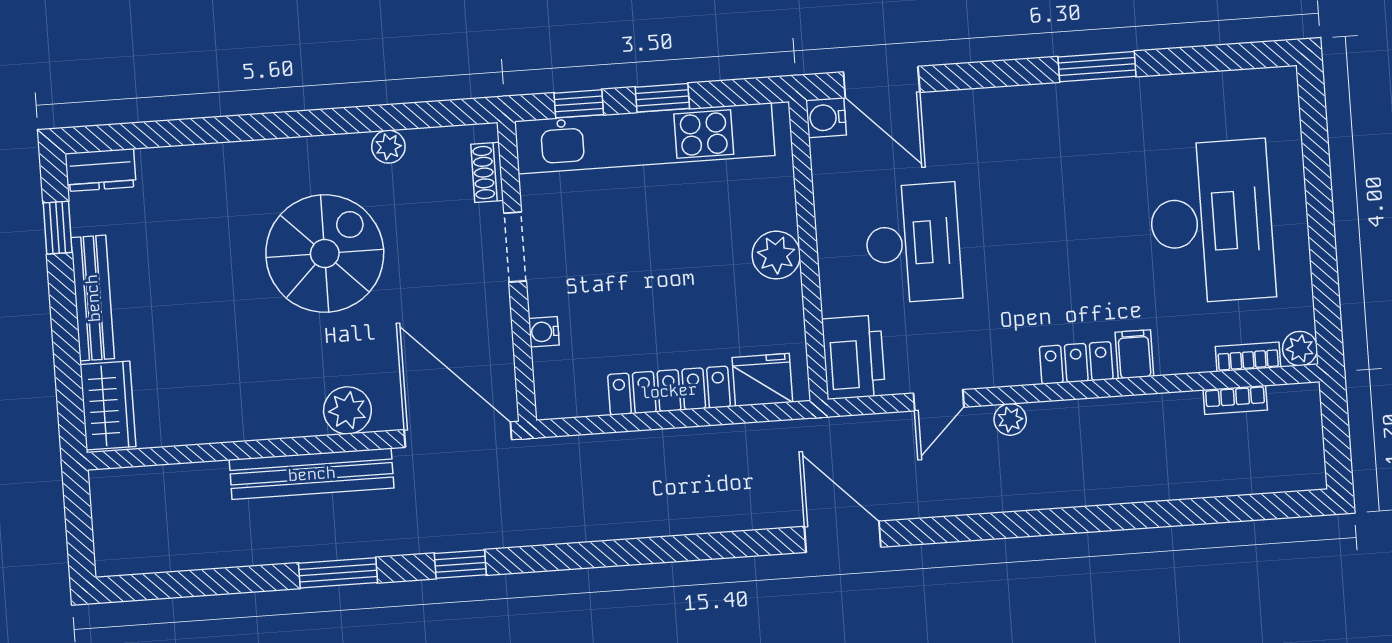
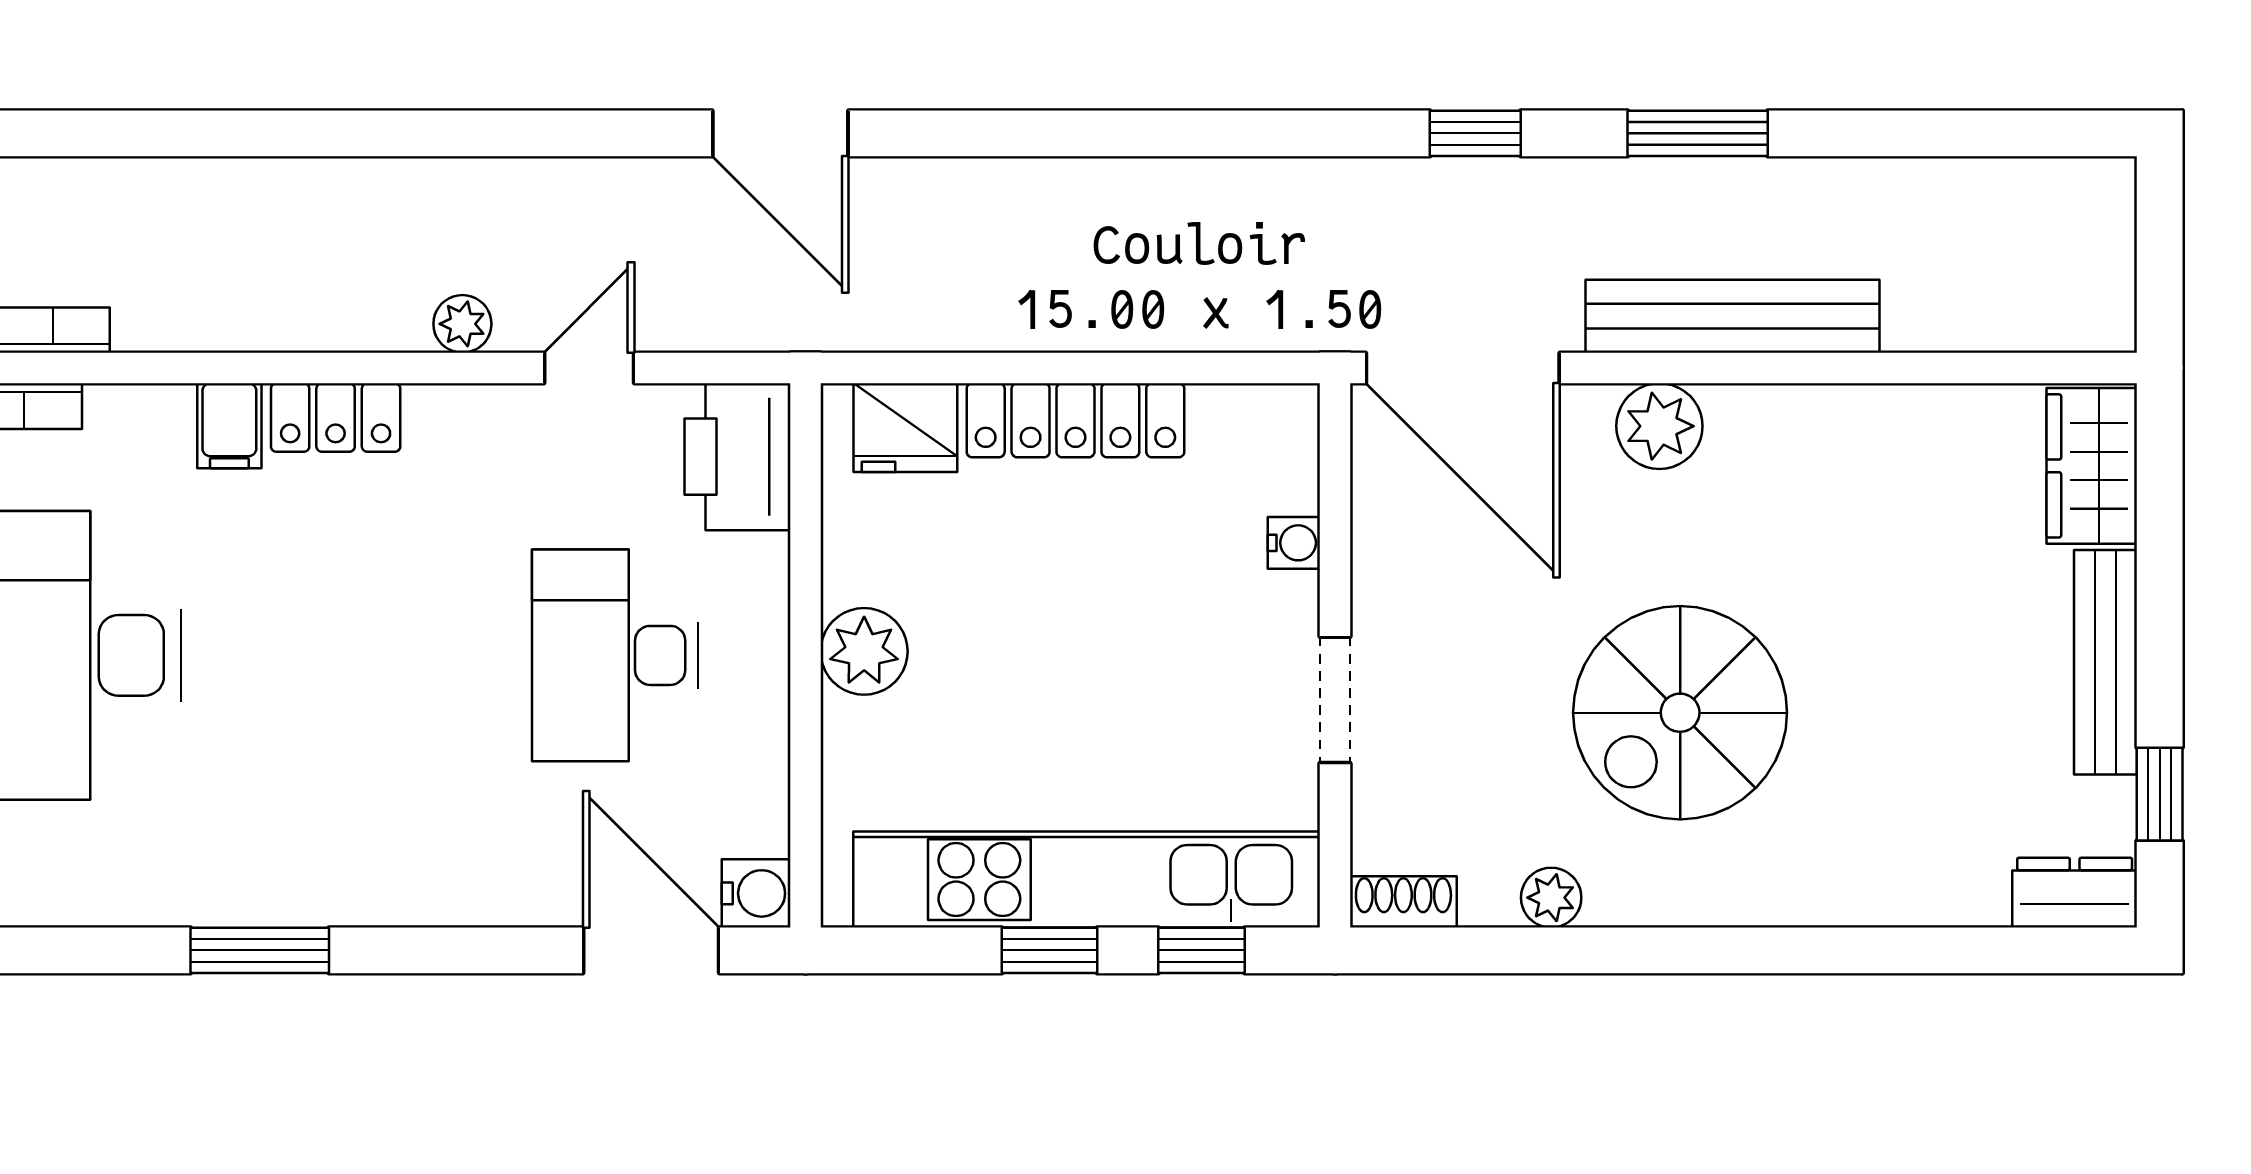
shoe rack: (487, 172) -> (1403, 902), moved, turned -90

